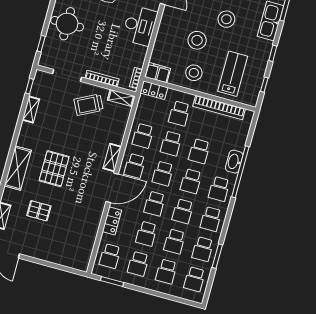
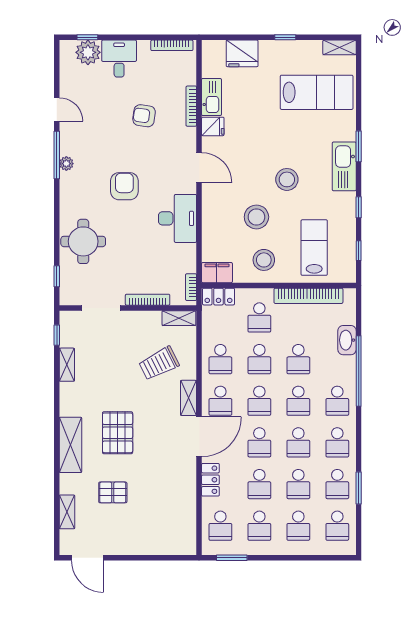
trolley: (89, 105) -> (159, 363), moved
washbasin: (234, 162) -> (347, 340), moved

